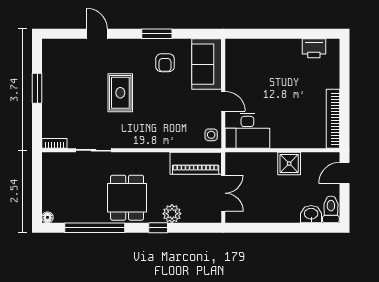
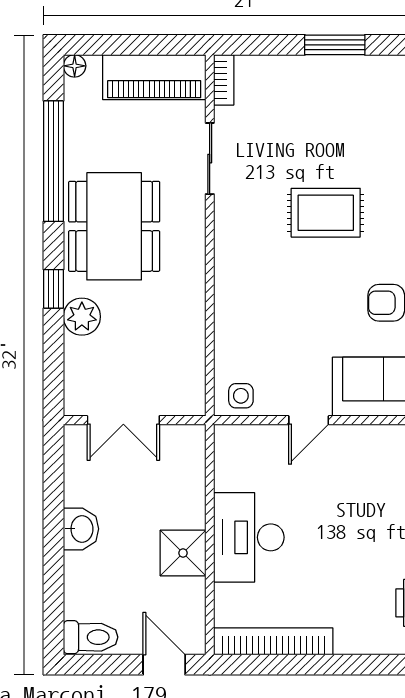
desk: (247, 131) -> (249, 537), moved
piano: (196, 163) -> (154, 77), moved, turned -90
dining table: (127, 198) -> (114, 226), width x1.38
washbasin: (311, 214) -> (81, 529), moved

